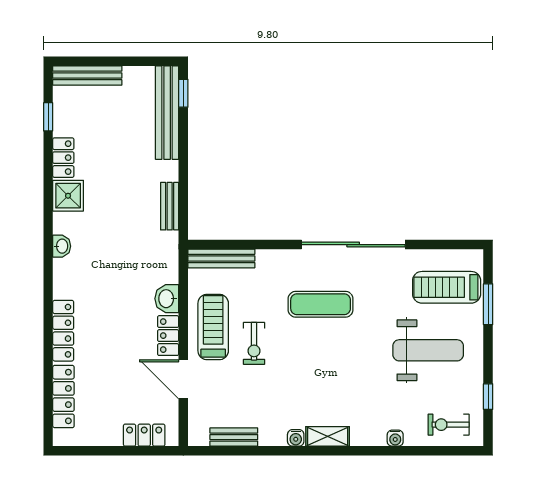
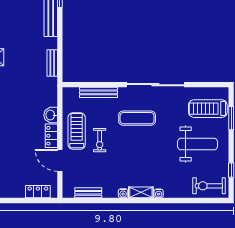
bench: (221, 258) -> (99, 92), moved
exercise bike: (449, 425) -> (209, 186), width x1.38, depth x1.39
water cooler: (395, 438) -> (159, 193), moved

